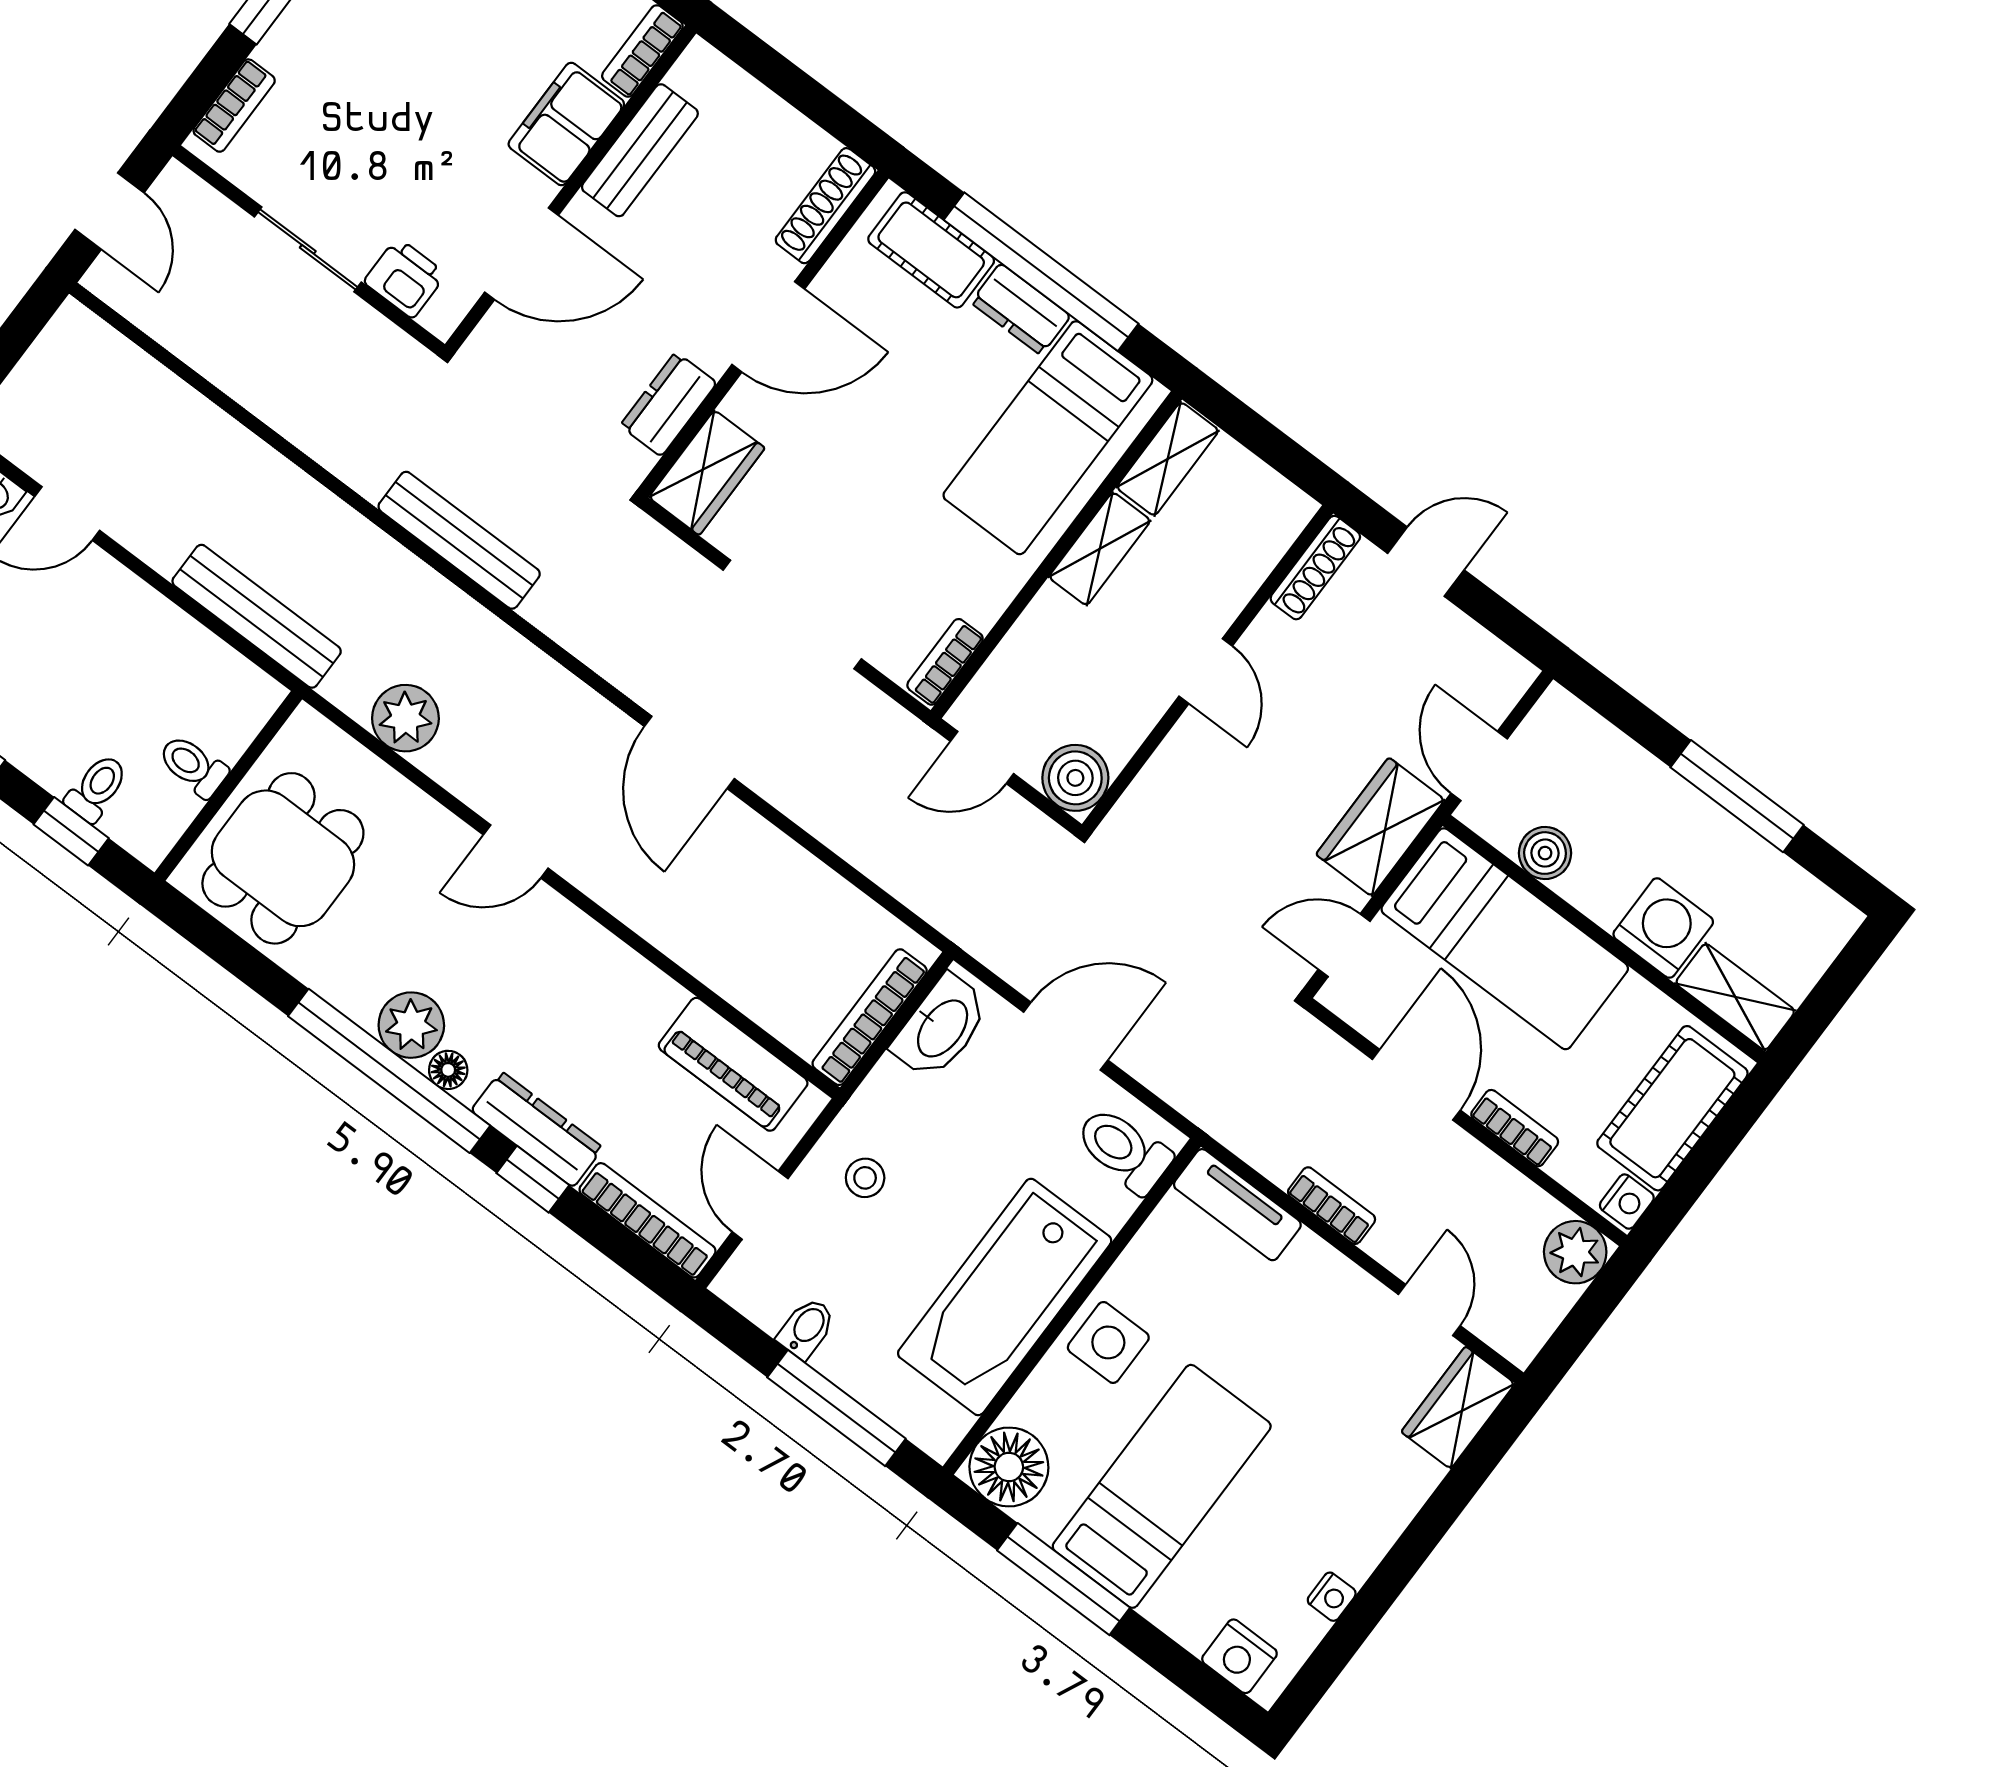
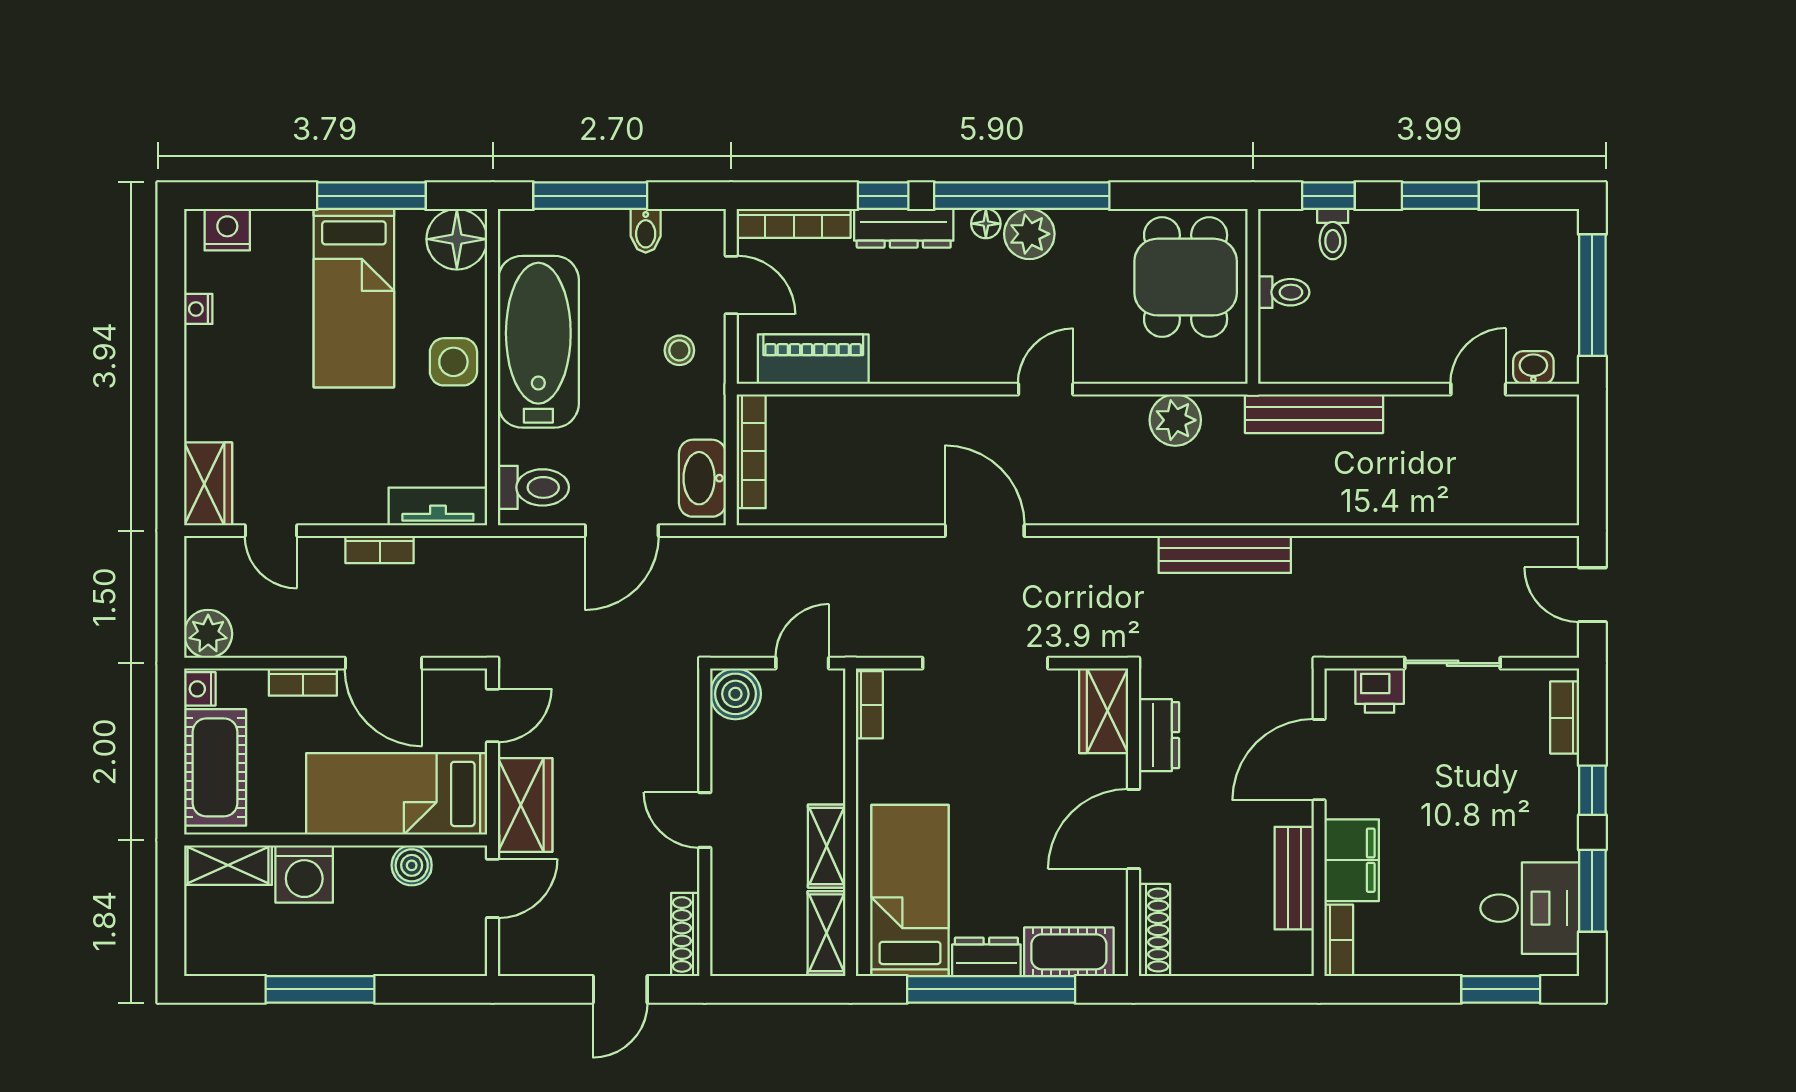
door: (1479, 766) -> (493, 888), hinge flipped

